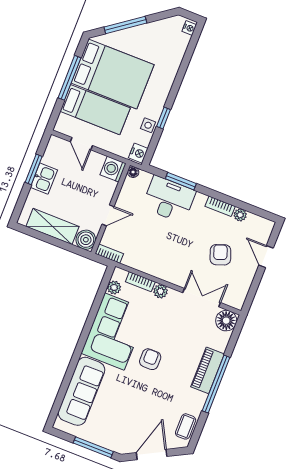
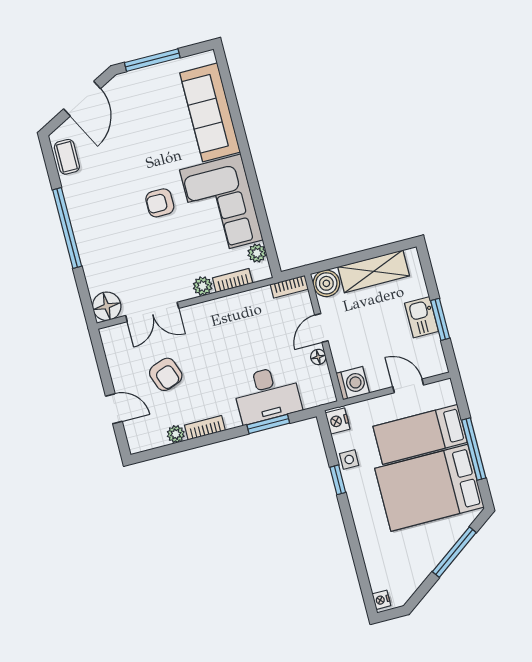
floor lamp: (133, 172) -> (318, 357), moved
armchair: (150, 359) -> (160, 203), turned 90
piano: (208, 370) -> (87, 236), removed

